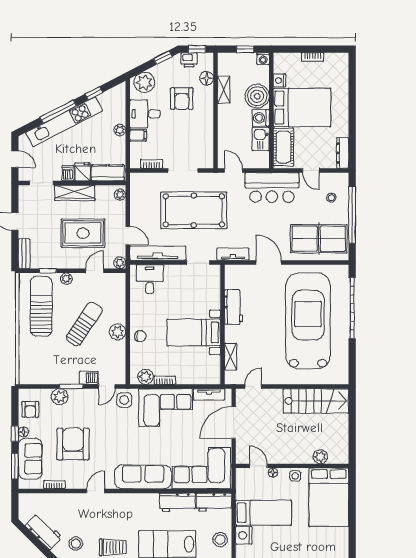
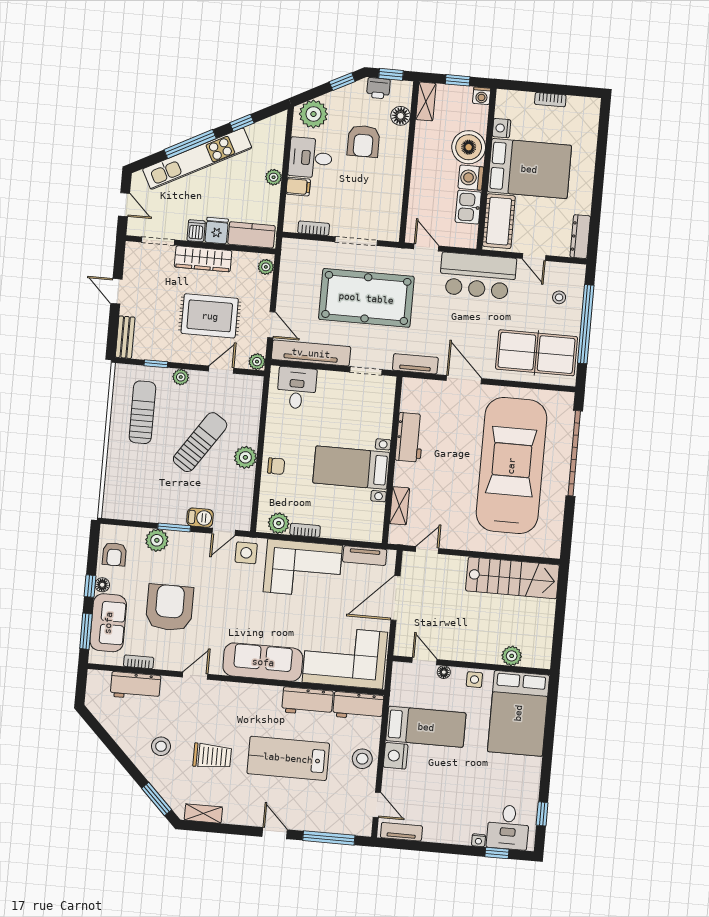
shelving: (224, 90) -> (426, 101), moved
sun lounger: (41, 306) -> (142, 412), width x0.73, depth x0.75
workbench: (44, 532) -> (135, 686), moved, turned 135

